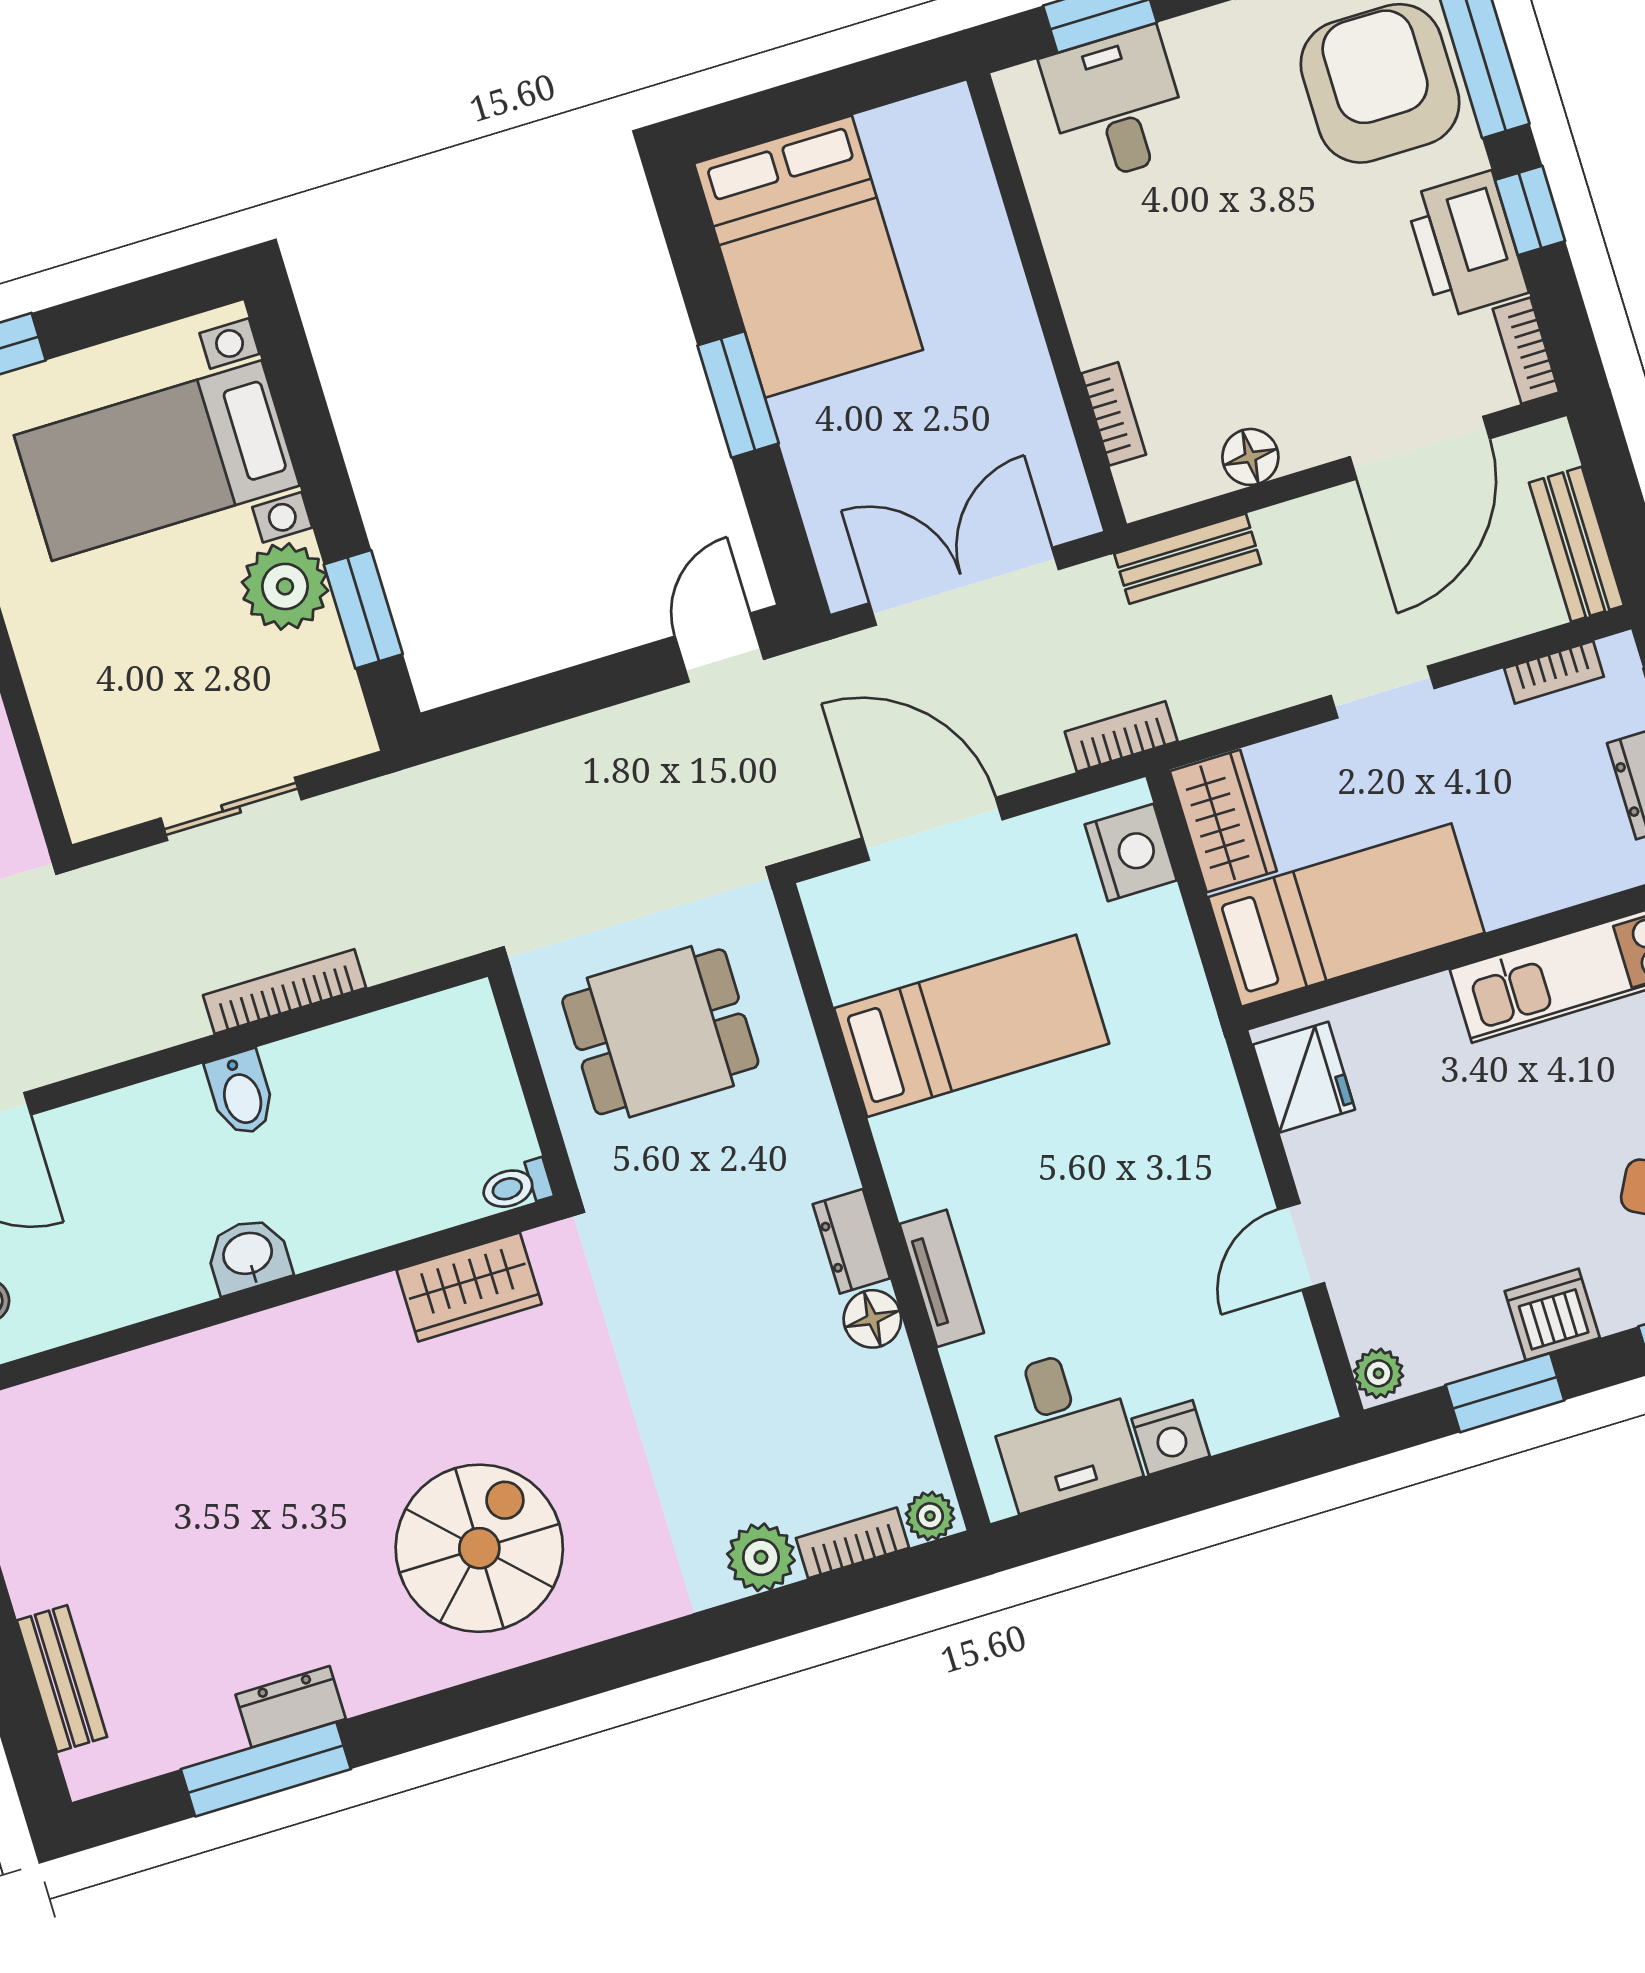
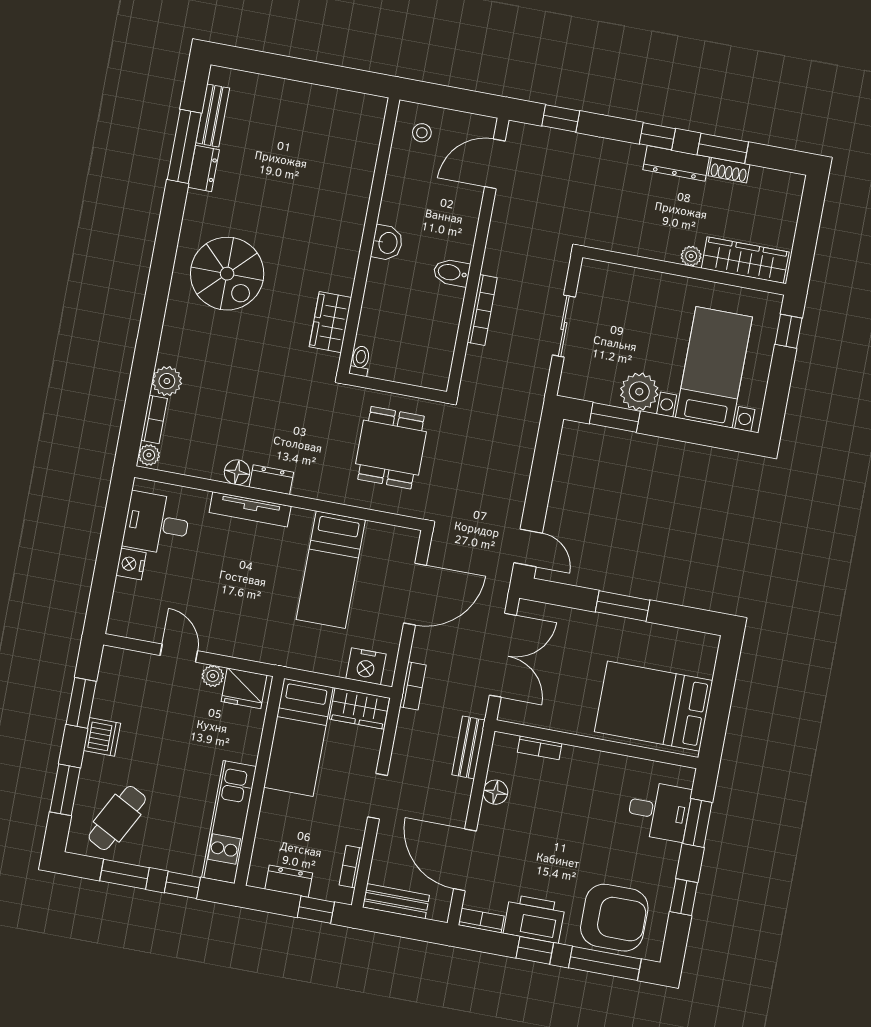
bed: (808, 257) -> (654, 706), moved
tv unit: (942, 1278) -> (250, 509), width x1.41
plant: (1379, 1373) -> (213, 676), moved
bench: (62, 1679) -> (213, 115), moved, turned 90

